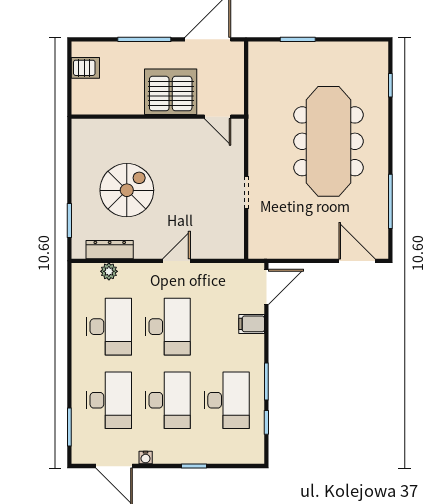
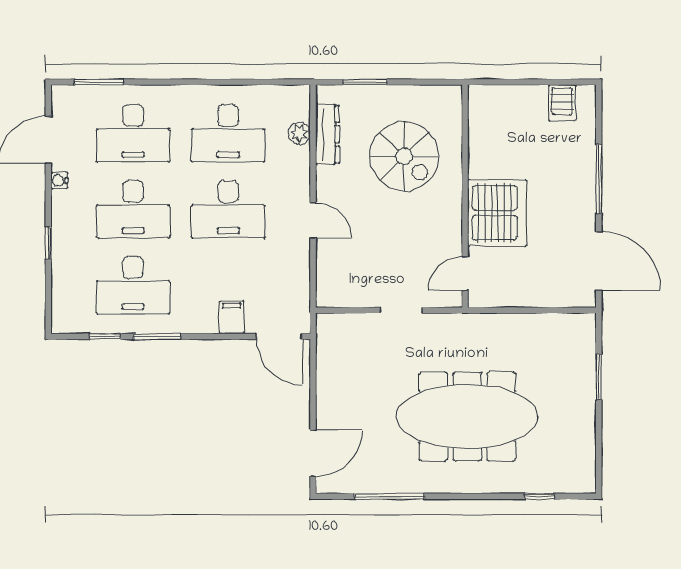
server rack: (171, 92) -> (497, 213), moved
wall: (158, 117) -> (465, 196), moved
door: (218, 117) -> (465, 273), moved

